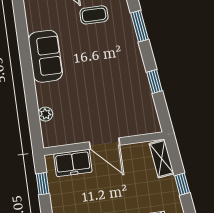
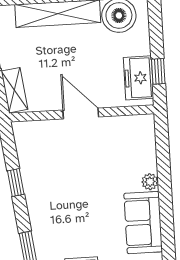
plant: (46, 114) -> (150, 182), moved
freezer: (73, 163) -> (138, 78), moved, turned -90

